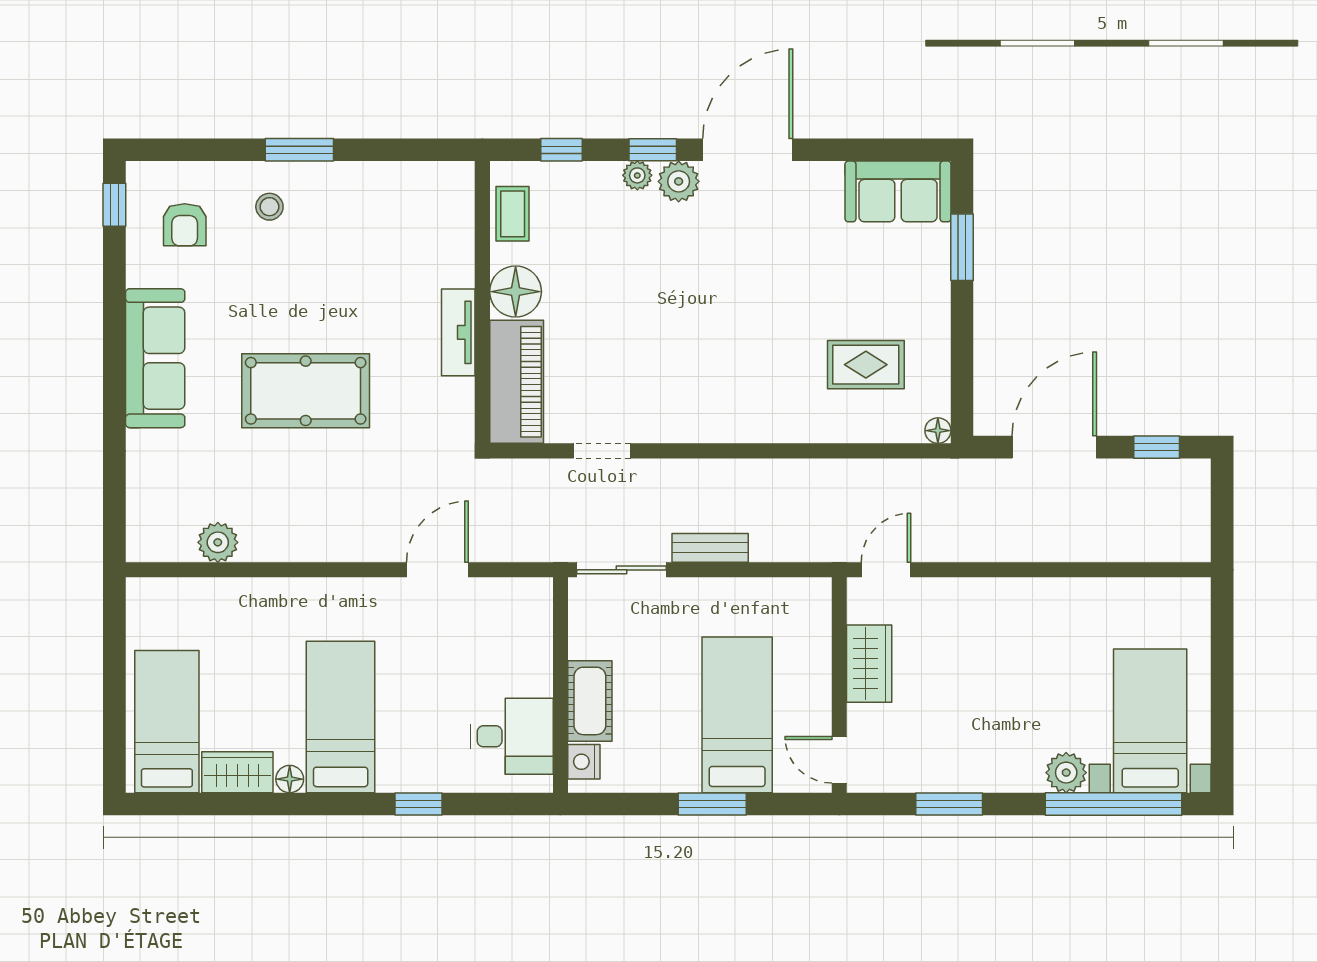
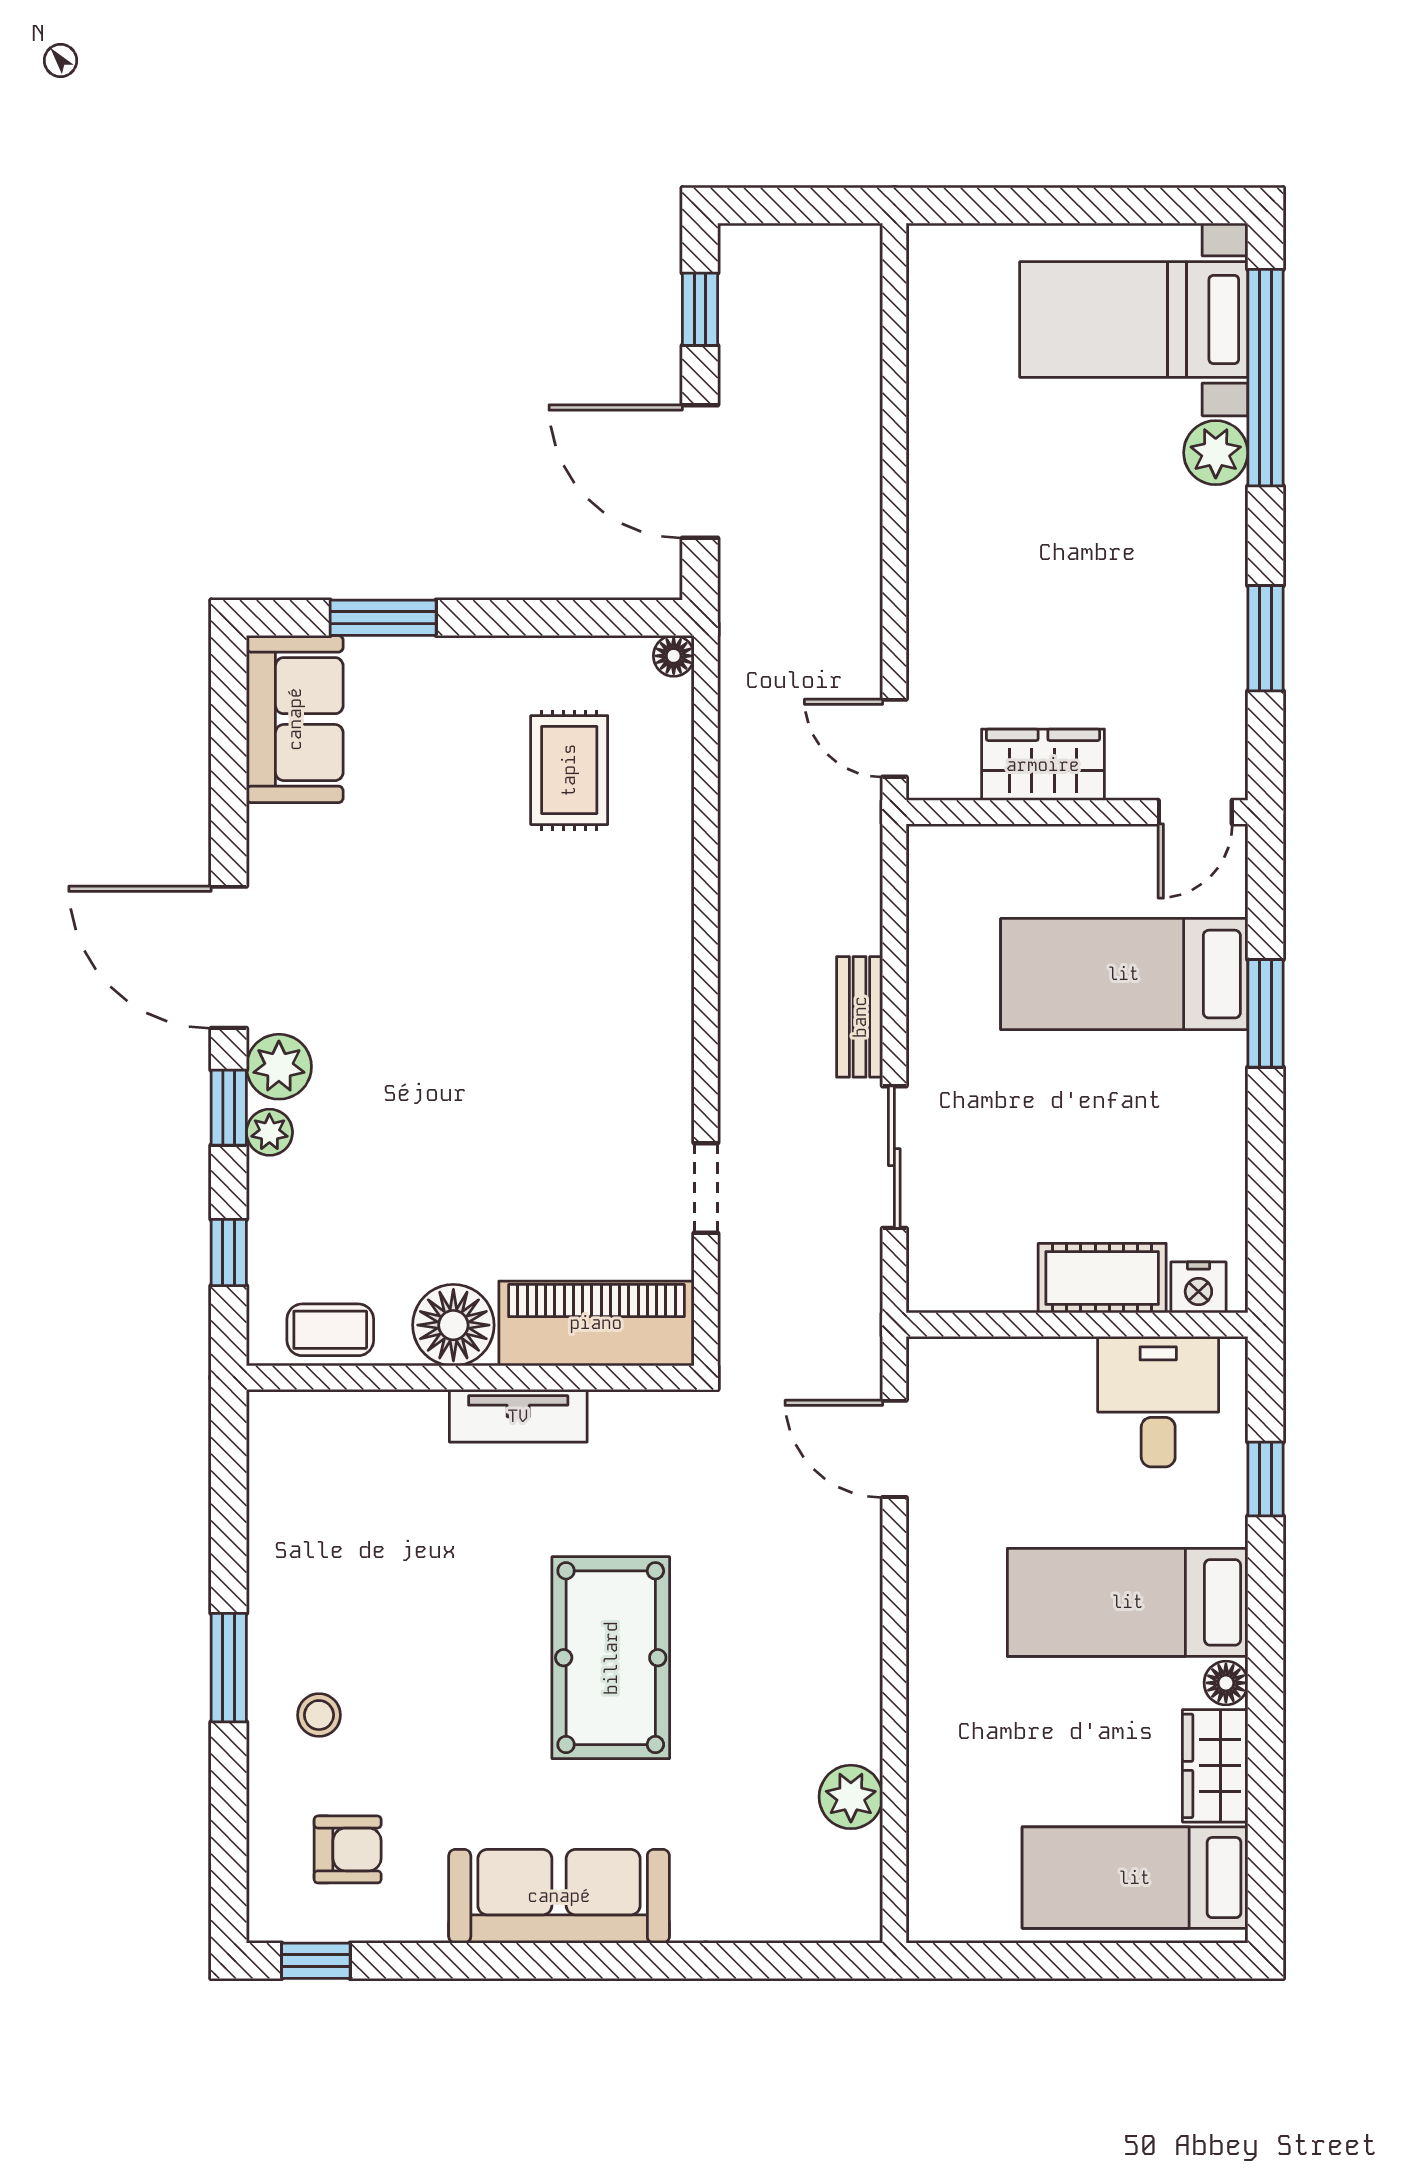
wall: (560, 685) -> (1077, 1325), moved
cot: (590, 701) -> (1102, 1278), moved
desk: (512, 736) -> (1158, 1402), moved
nightstand: (584, 762) -> (1198, 1287), moved

